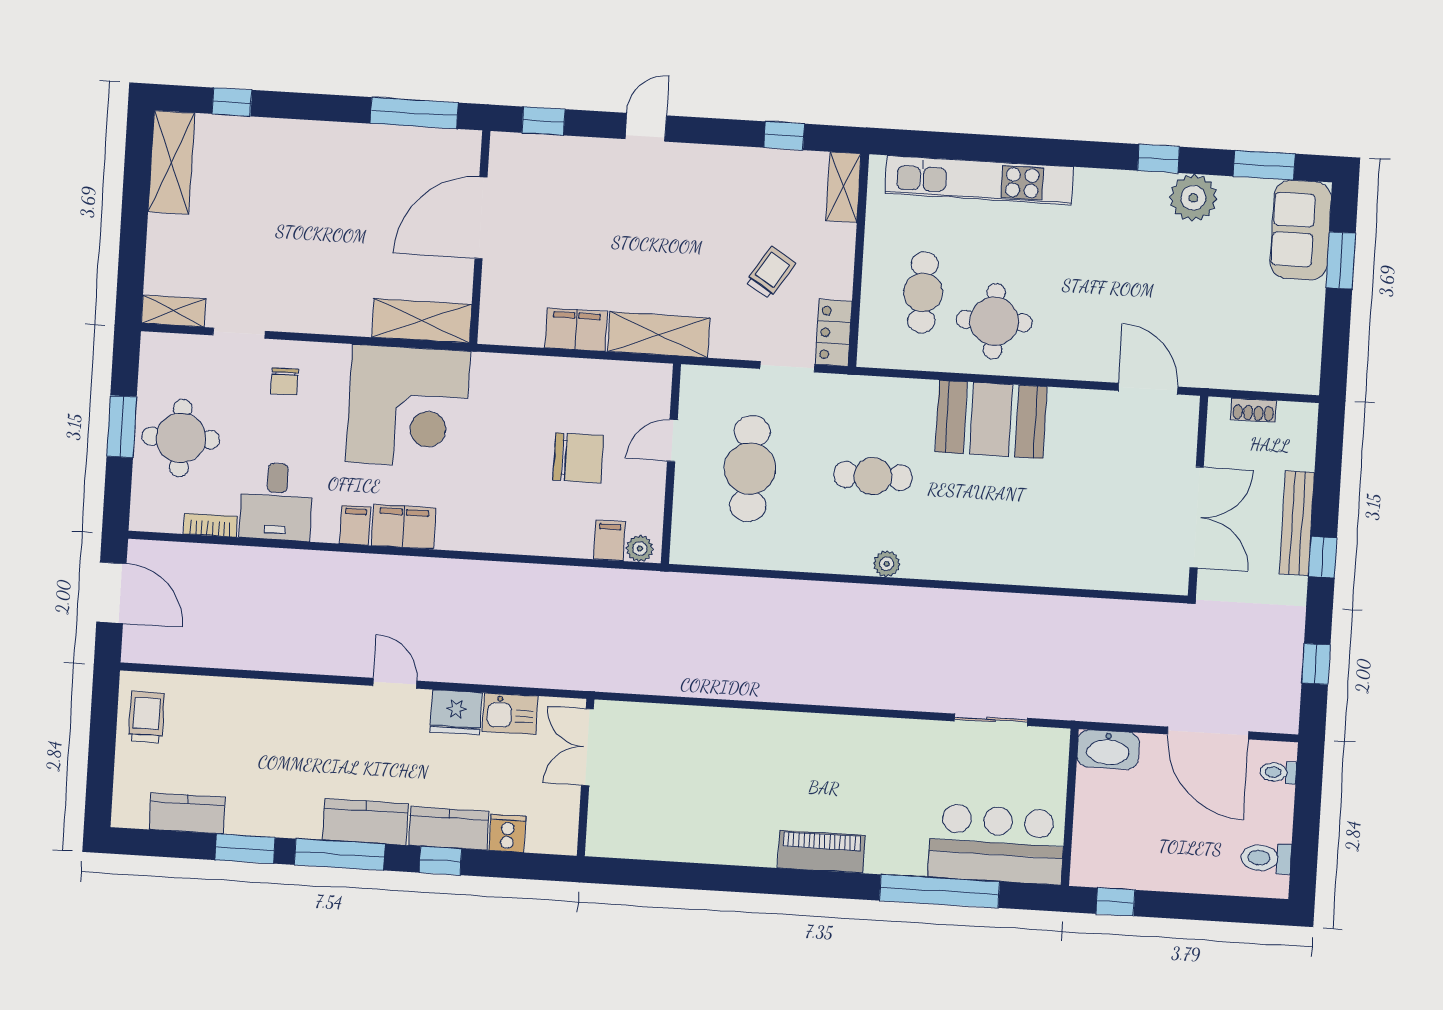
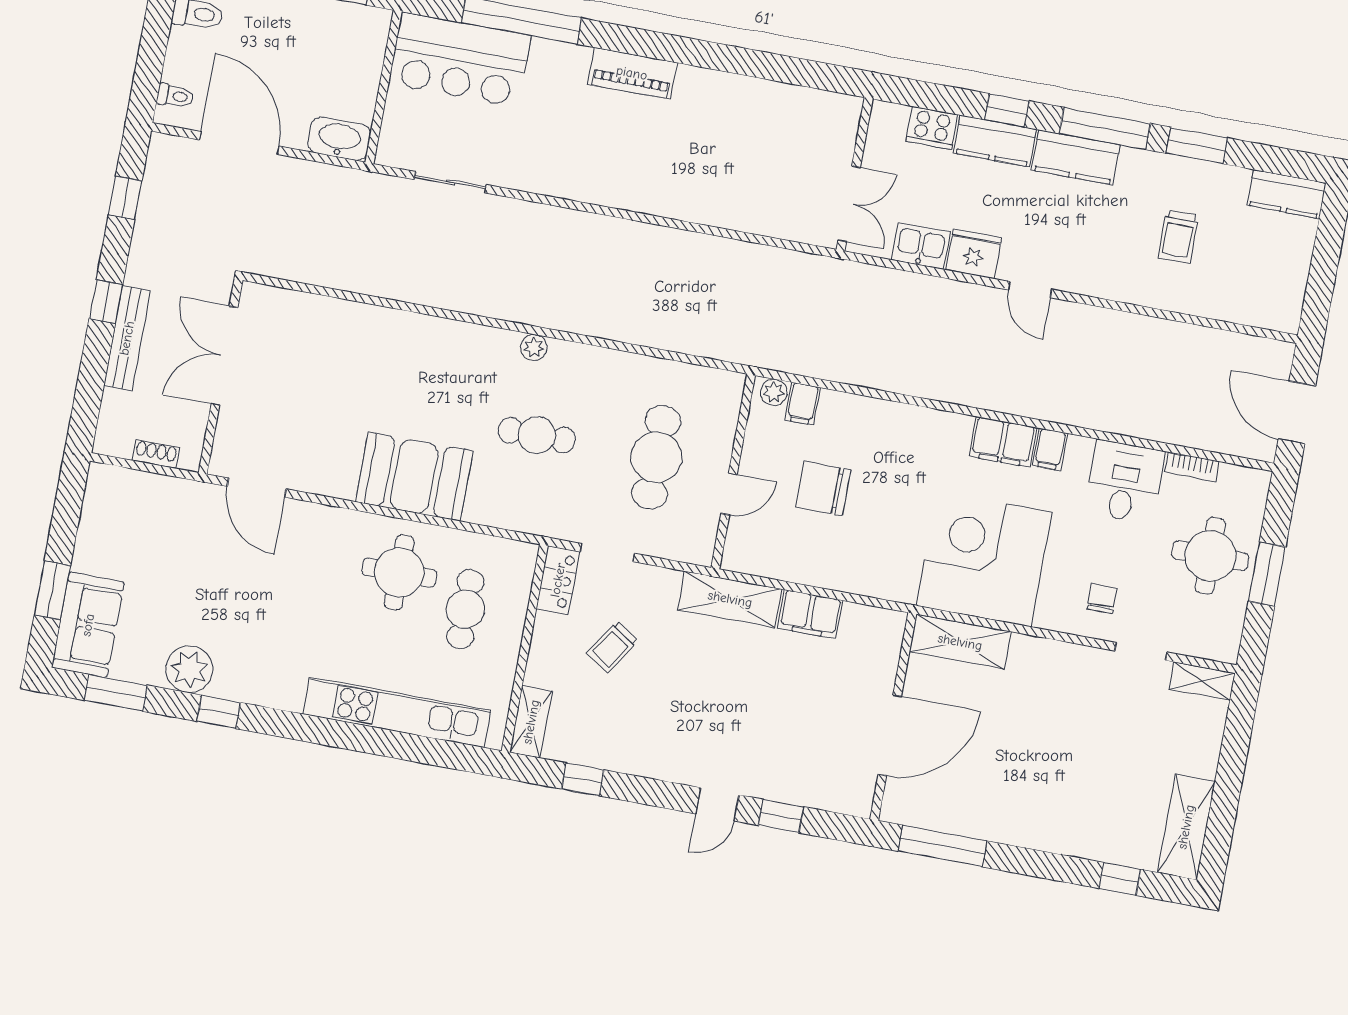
window: (543, 121) -> (781, 816), moved
trolley: (146, 717) -> (1178, 237), moved
kitchen counter: (187, 813) -> (1286, 194), moved
cooker: (507, 833) -> (932, 128), width x1.36

